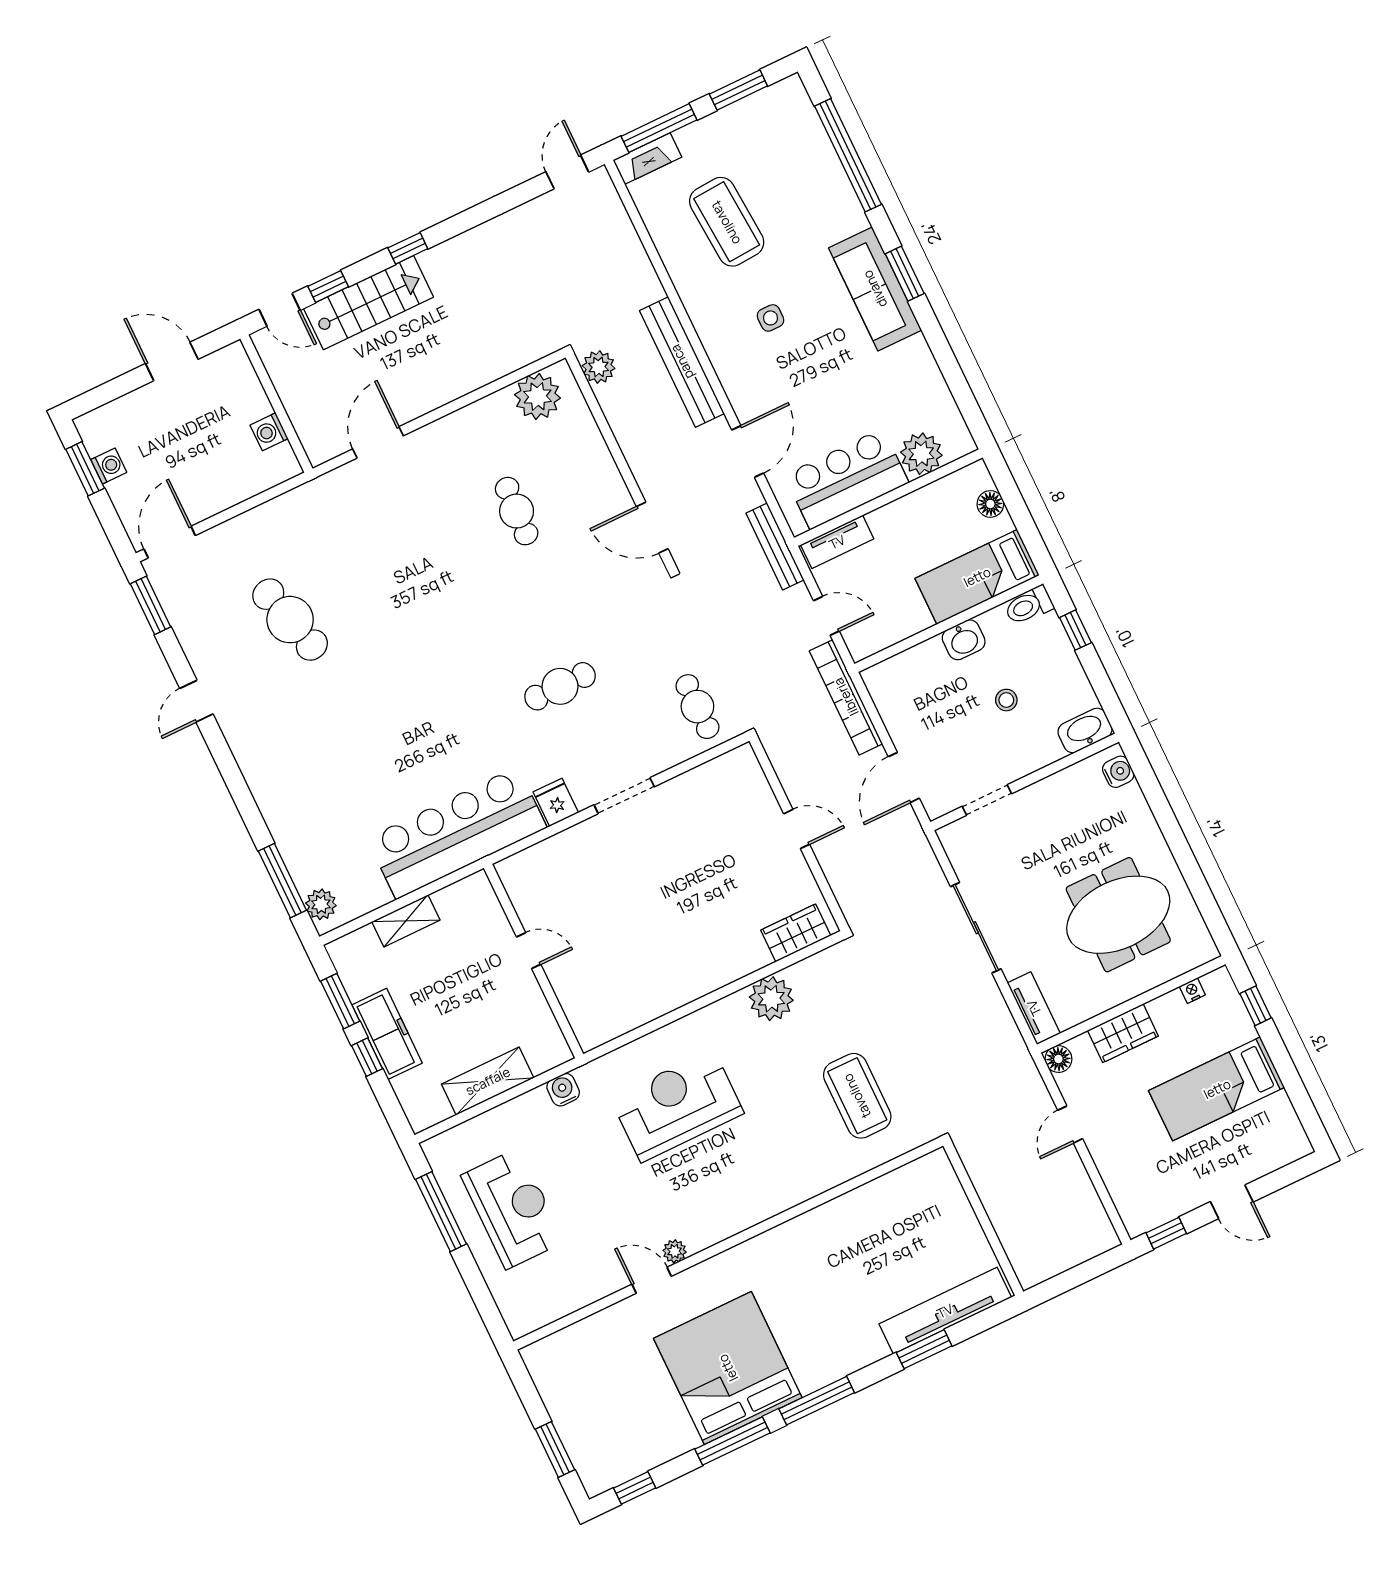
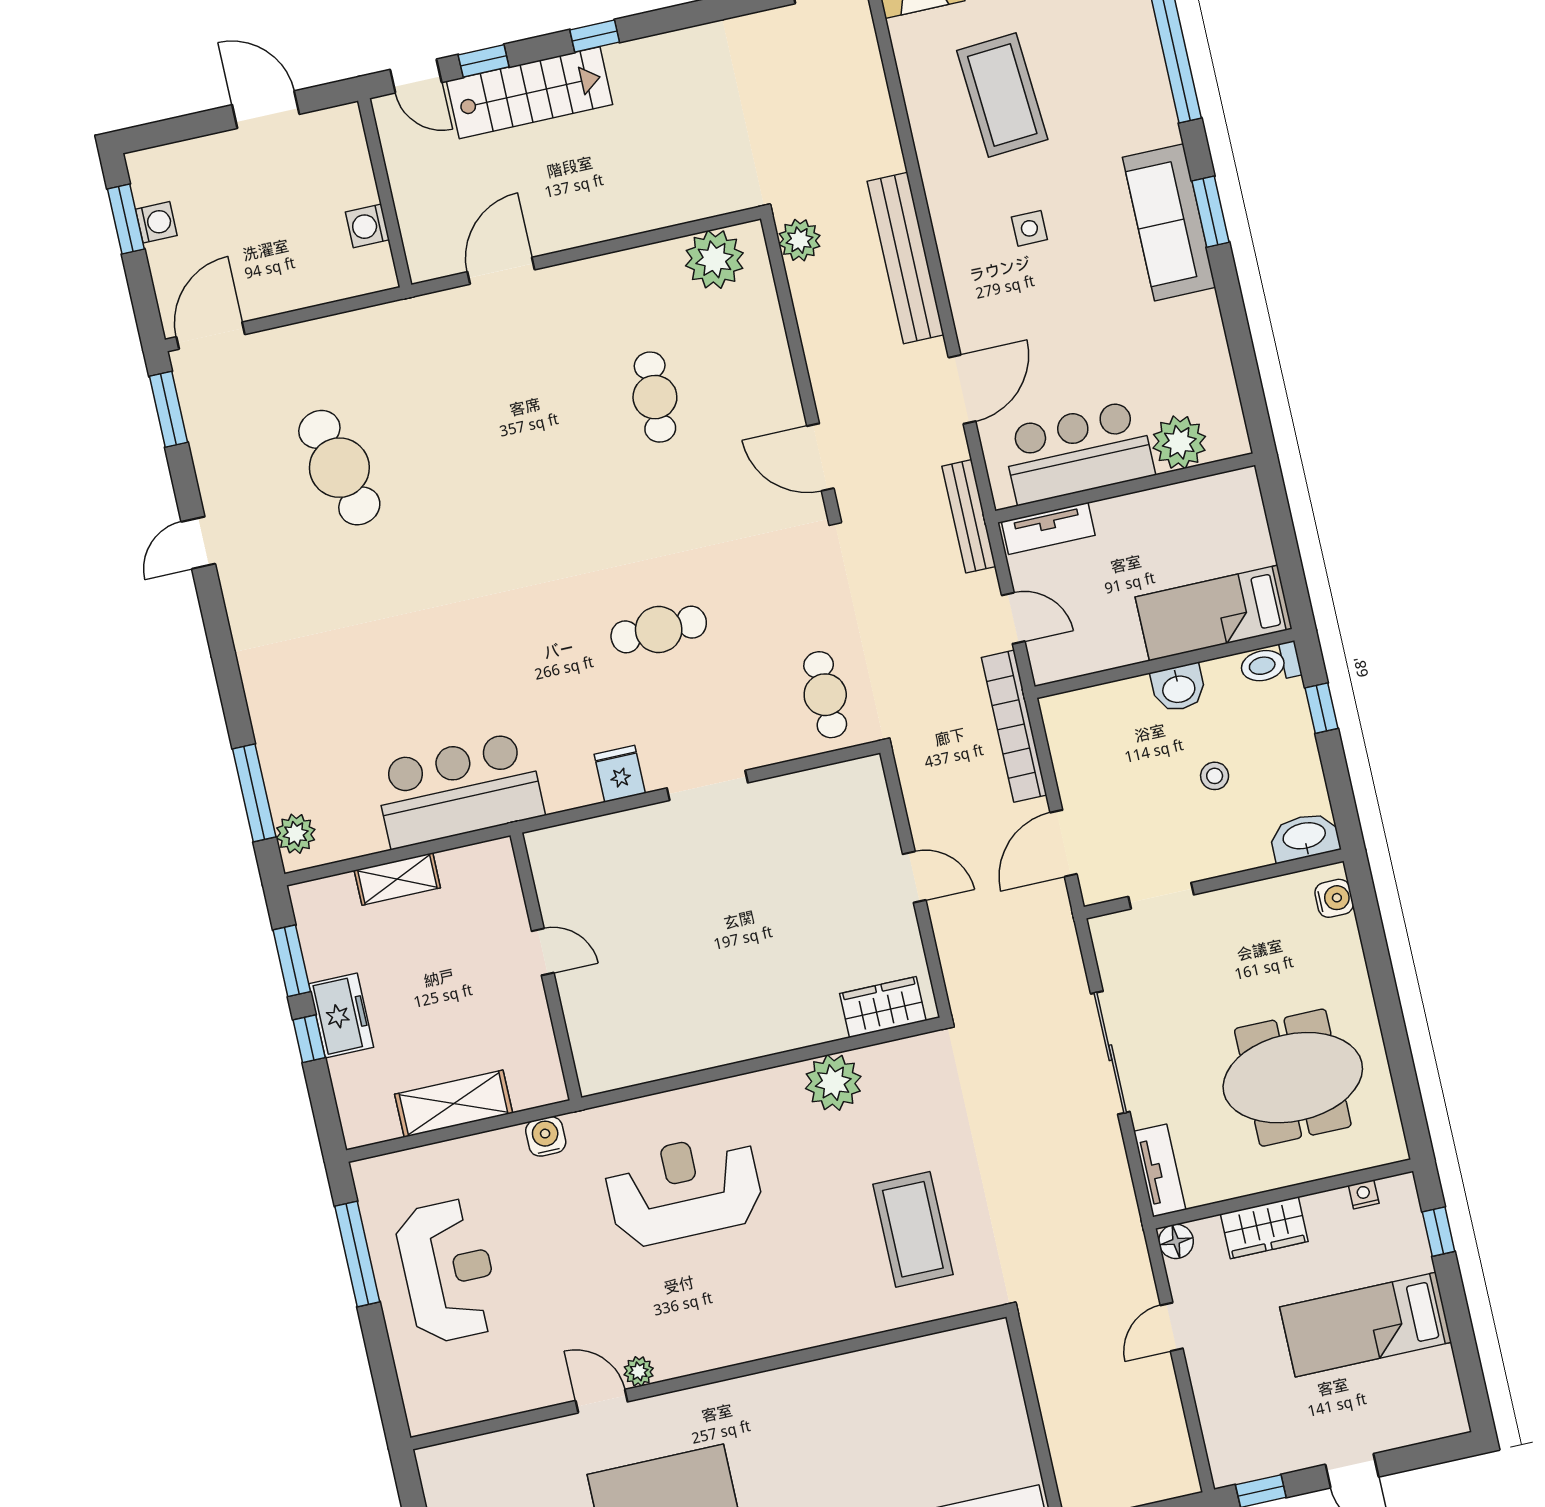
floor lamp: (990, 504) -> (1251, 525), removed
bar counter: (457, 833) -> (459, 790), width x0.73
freezer: (387, 1034) -> (341, 1015), width x0.71

